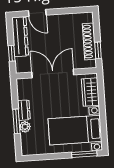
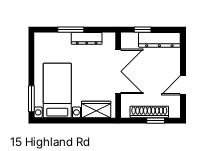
door: (37, 13) -> (183, 85), moved
window: (98, 50) -> (156, 121), moved
dresser: (24, 110) -> (87, 38), width x1.44
plant: (25, 127) -> (64, 38), removed

